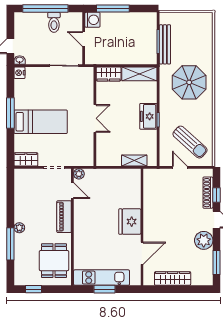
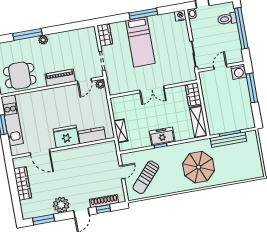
toilet: (54, 22) -> (227, 19), moved
kitchen counter: (133, 193) -> (92, 135), added

